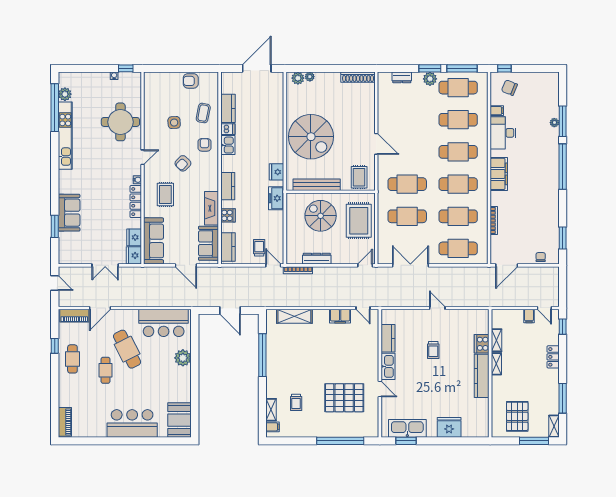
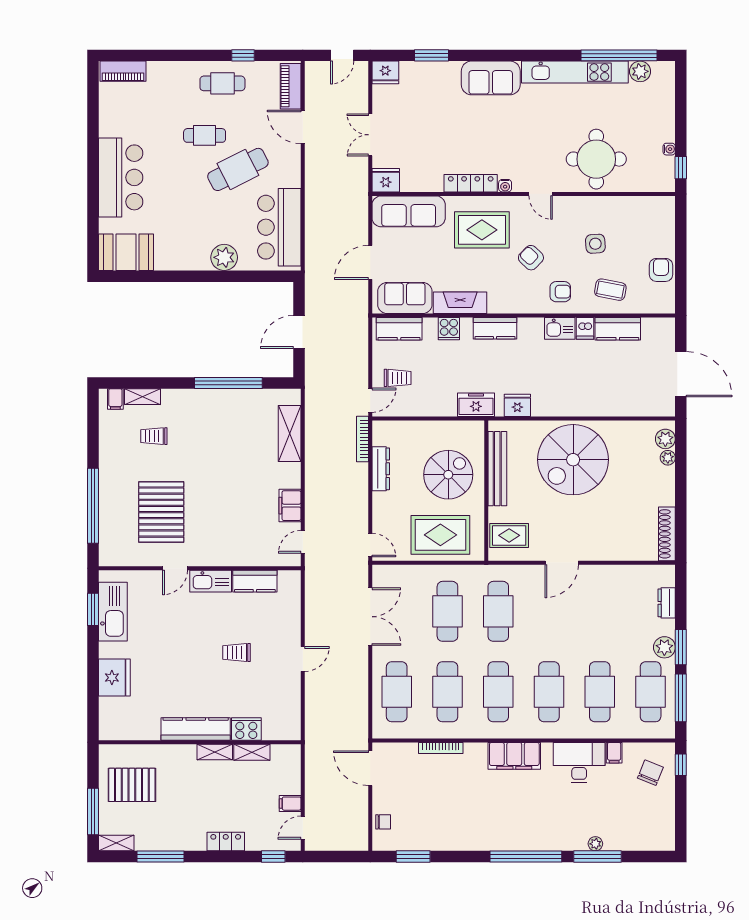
rug: (165, 194) -> (482, 230), width x1.36, depth x1.43
sofa: (69, 213) -> (491, 78), moved
fridge: (134, 237) -> (385, 72), moved, turned 180

